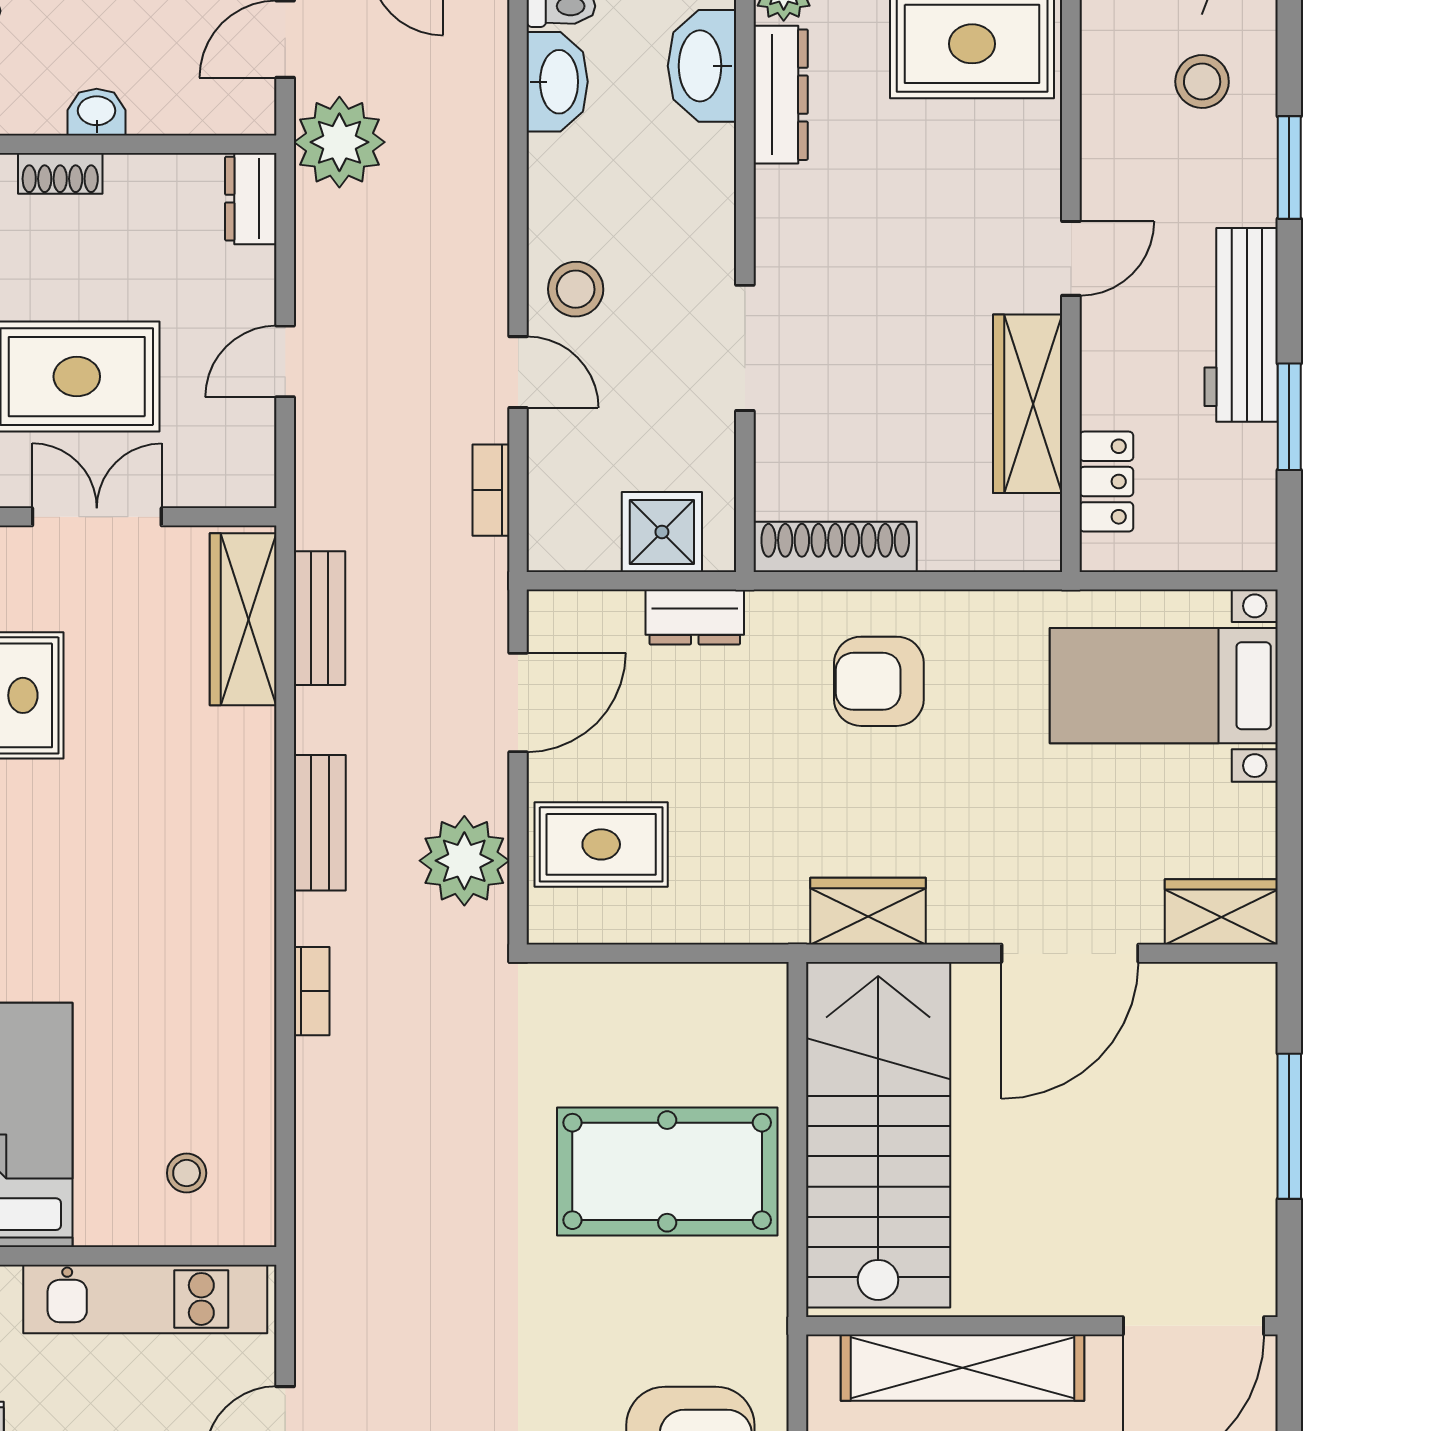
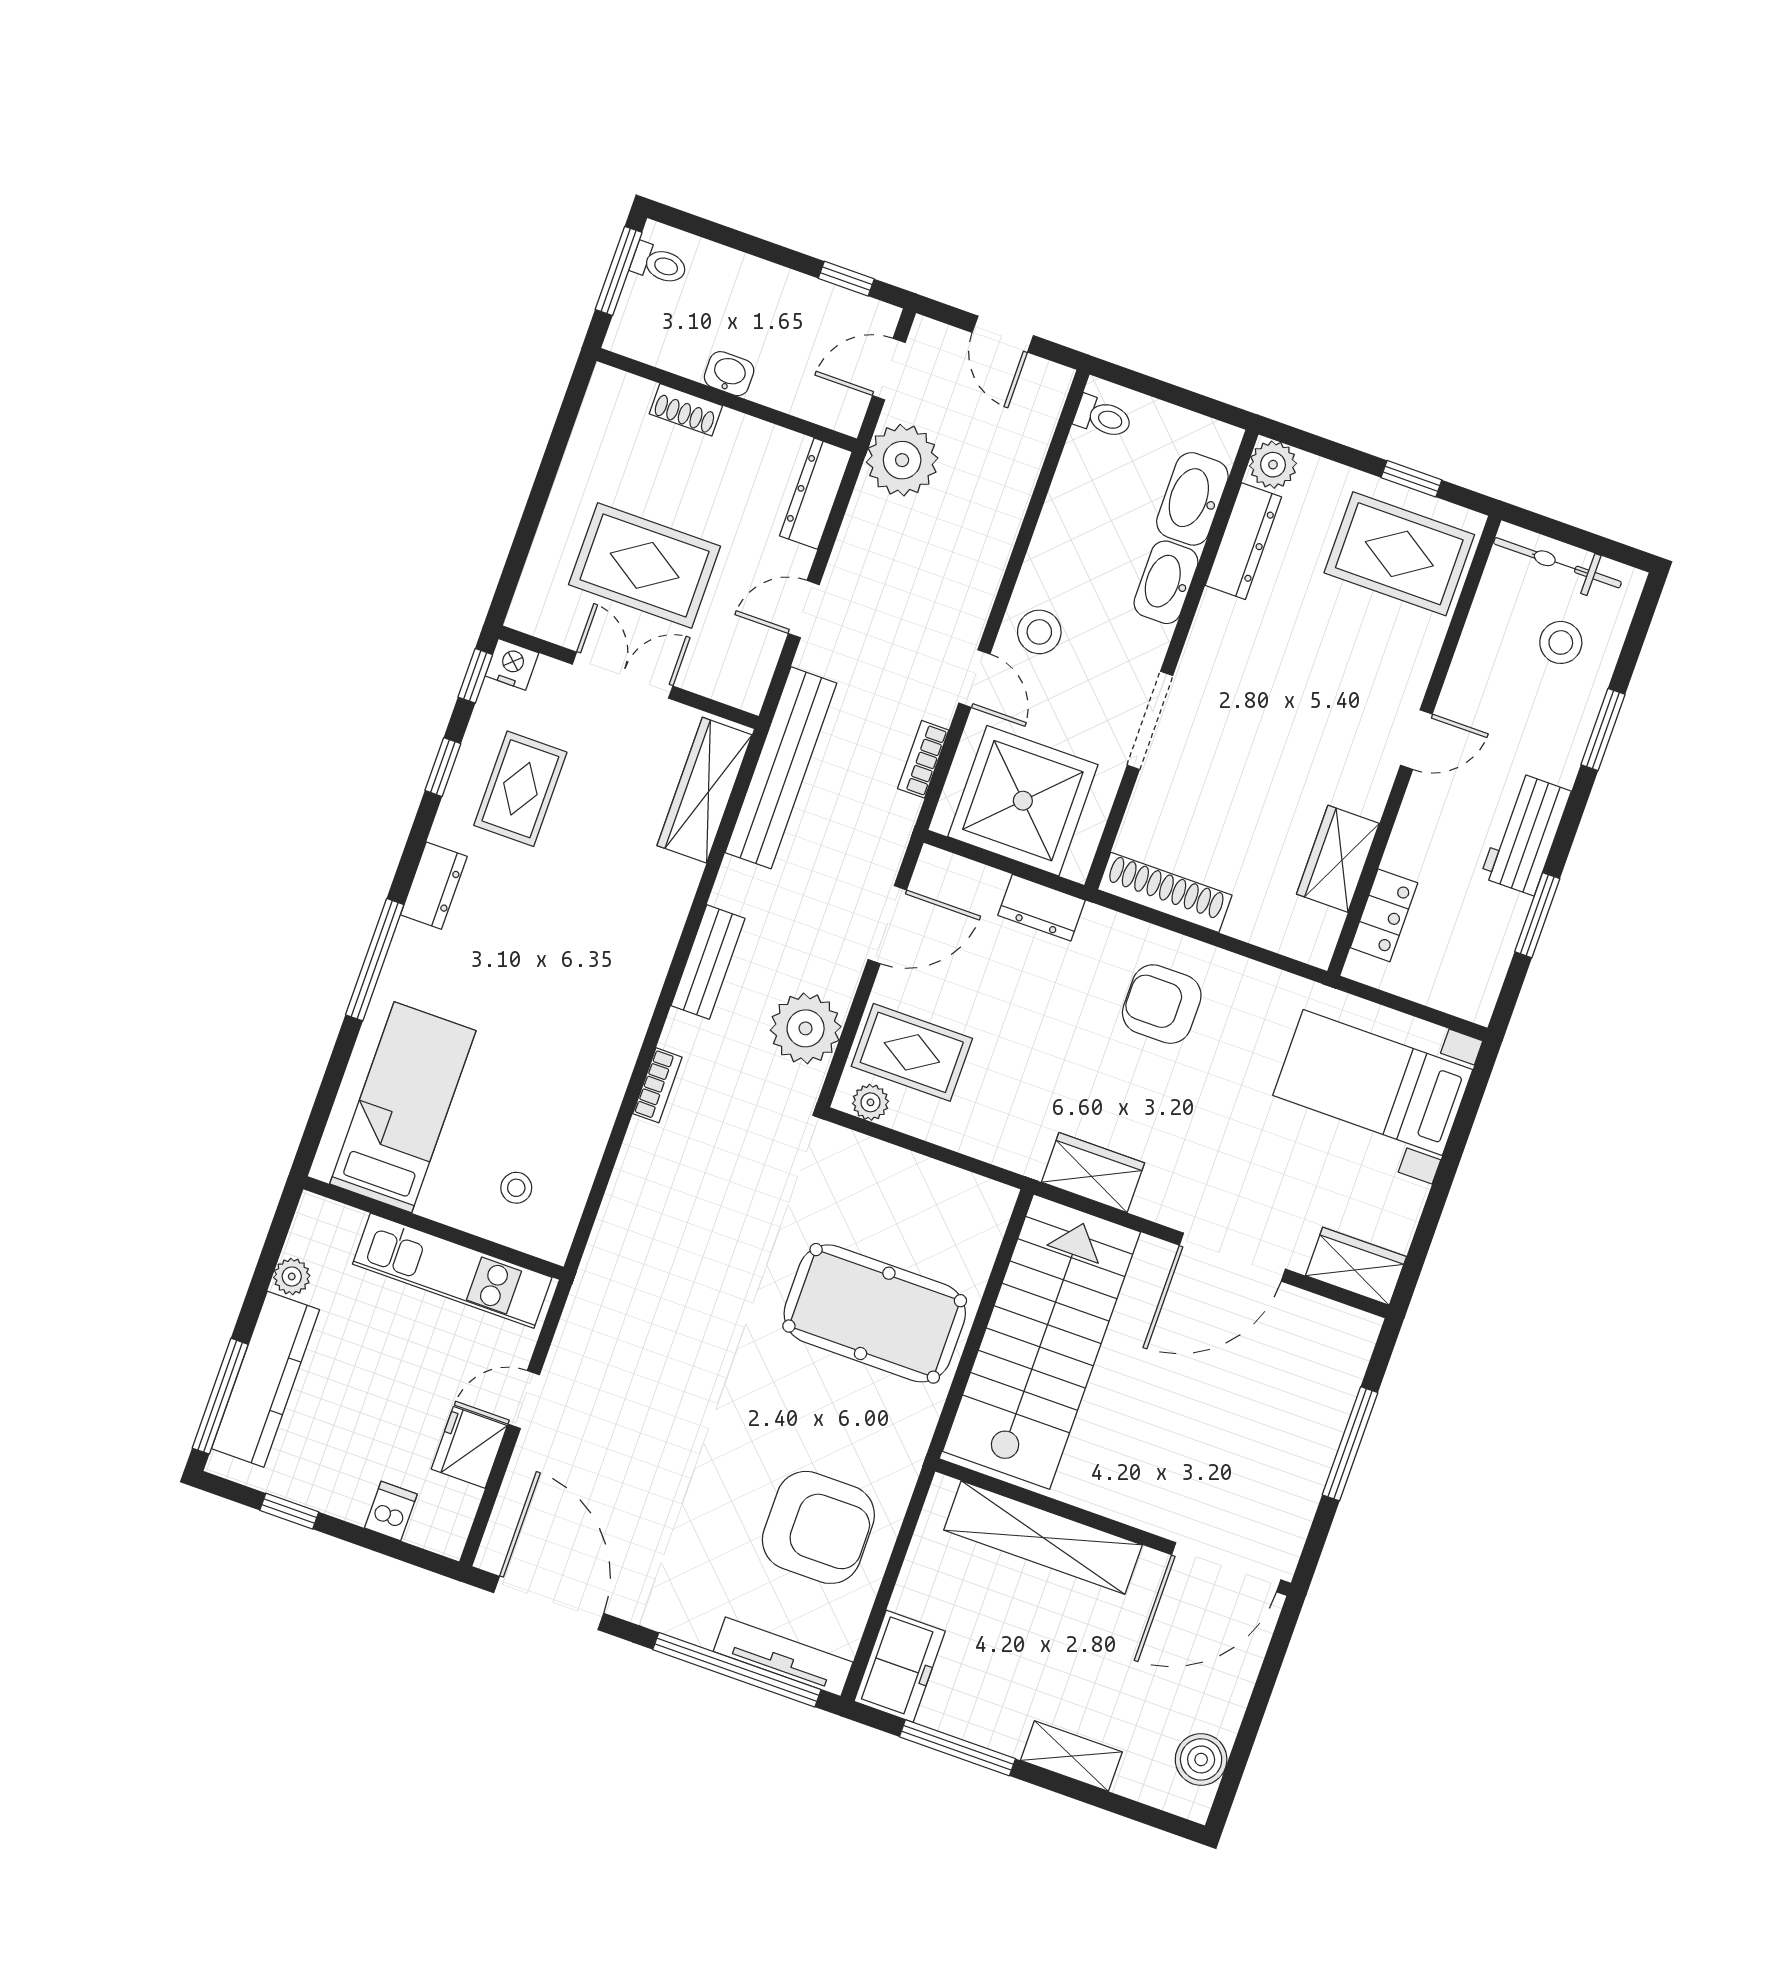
washbasin: (557, 82) -> (1166, 582), moved, turned 180
dresser: (251, 199) -> (816, 494), width x1.44
workbench: (1241, 325) -> (1526, 834), width x0.73
wardrobe: (1028, 404) -> (1338, 859), width x0.67
shower: (662, 532) -> (1023, 801), width x1.86, depth x1.86
bench: (319, 618) -> (781, 768), width x1.86, depth x1.21
plant: (573, 921) -> (870, 1102), added

